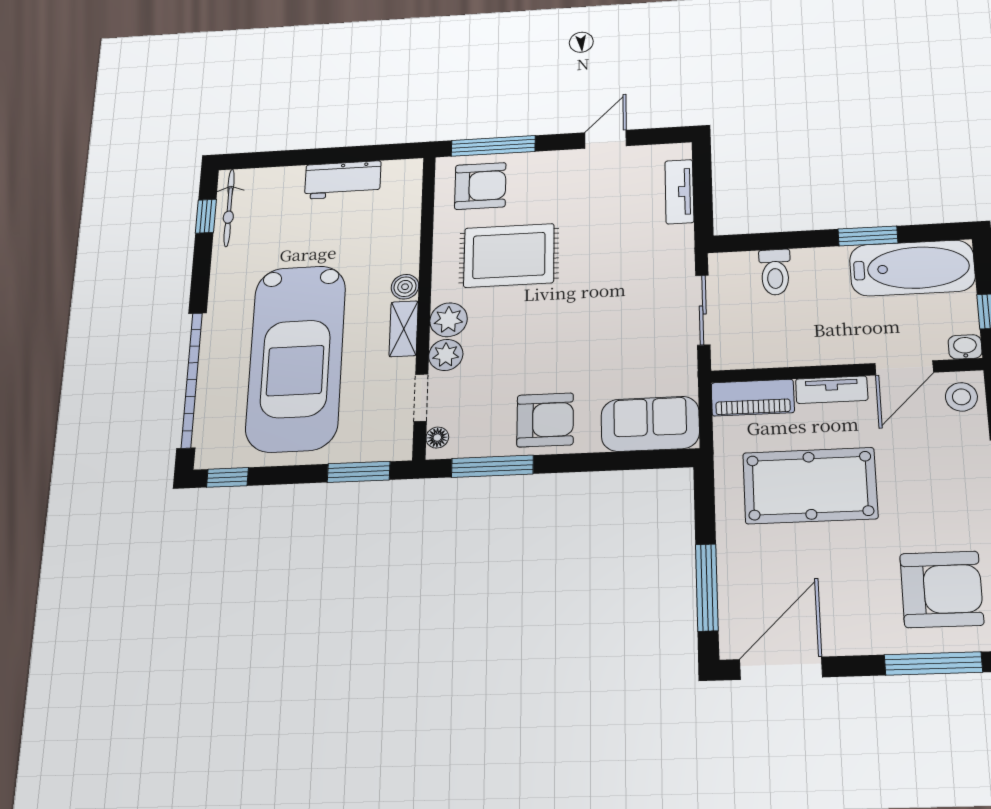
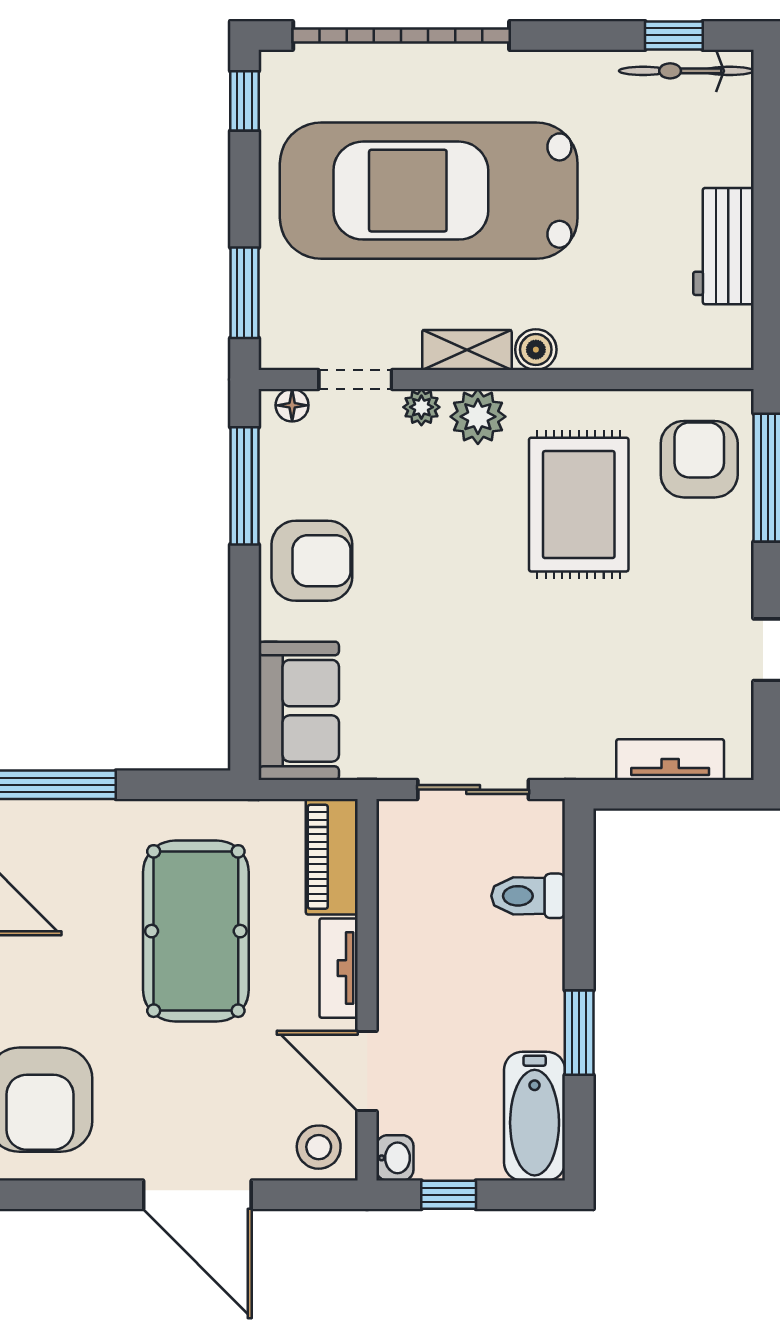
armchair: (480, 186) -> (699, 459), turned 180
bathtub: (912, 268) -> (535, 1116), width x0.73, depth x0.73
plant: (446, 355) -> (421, 407), width x0.73, depth x0.73
armchair: (545, 420) -> (312, 561), turned -90

